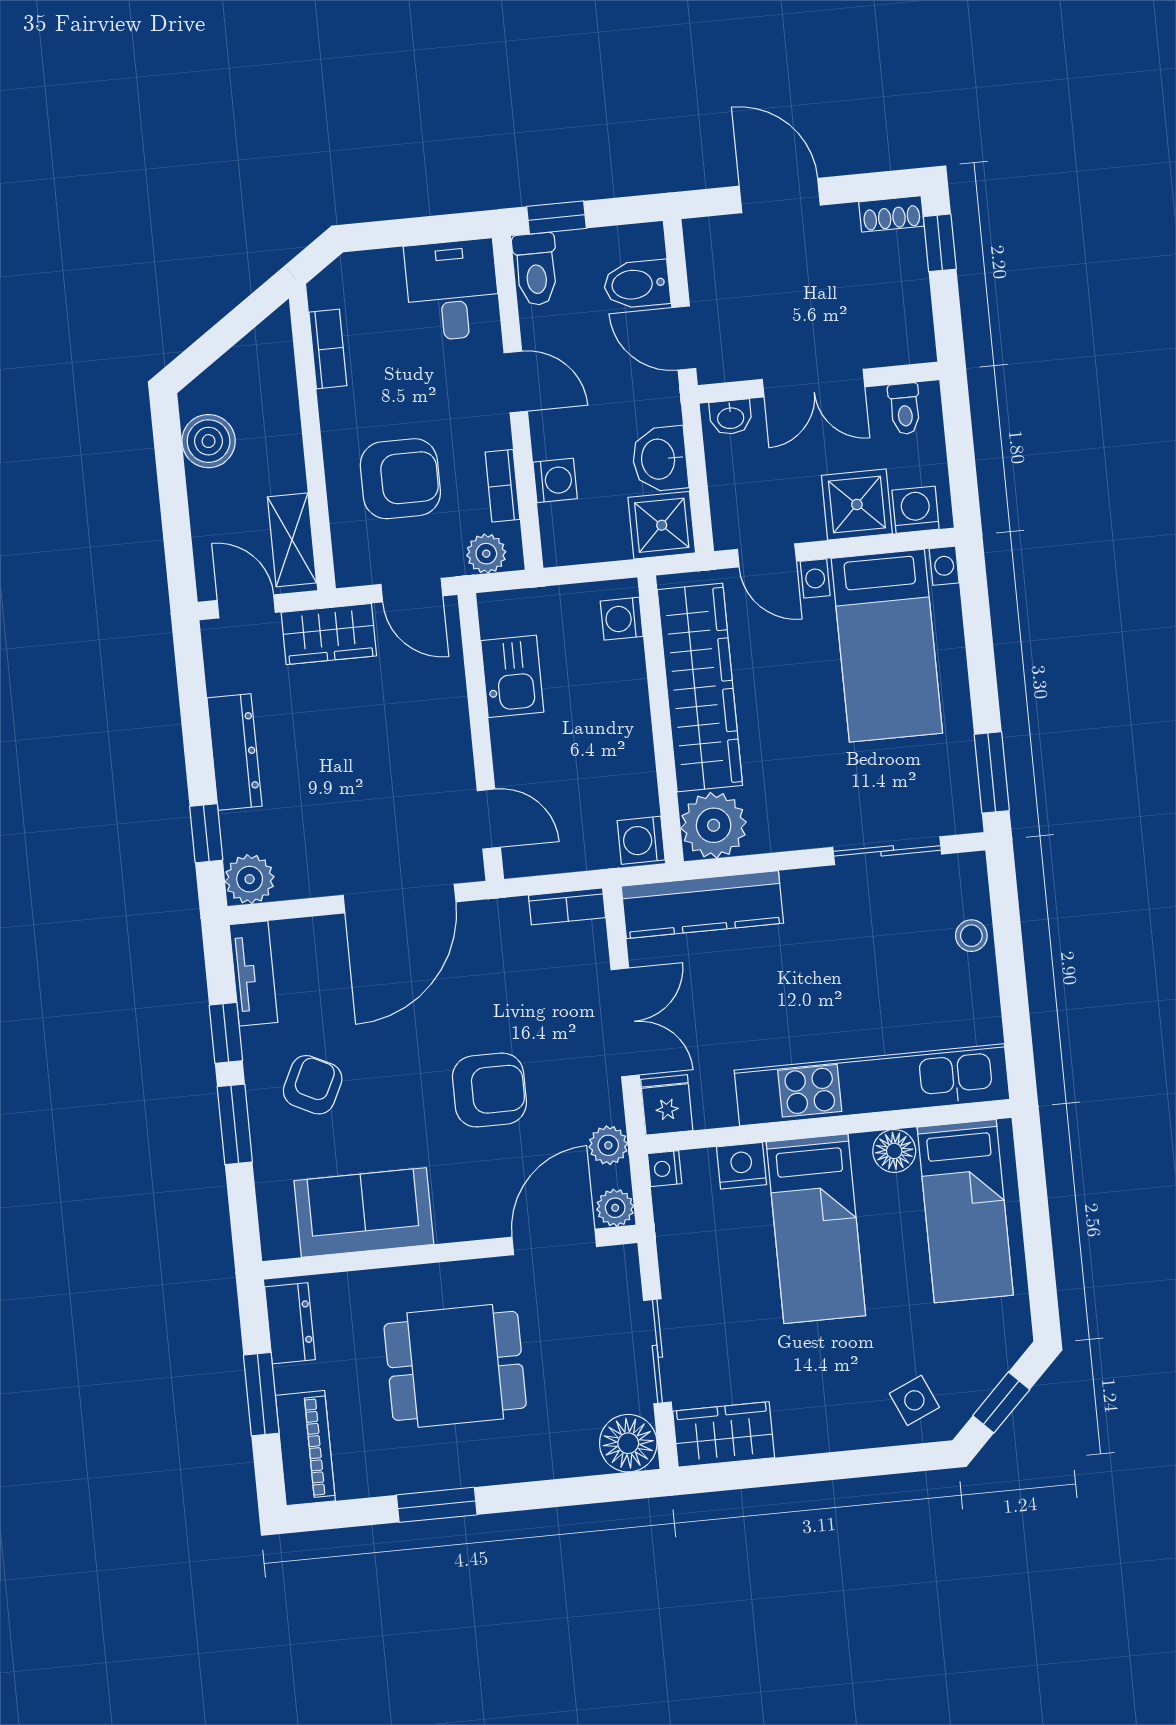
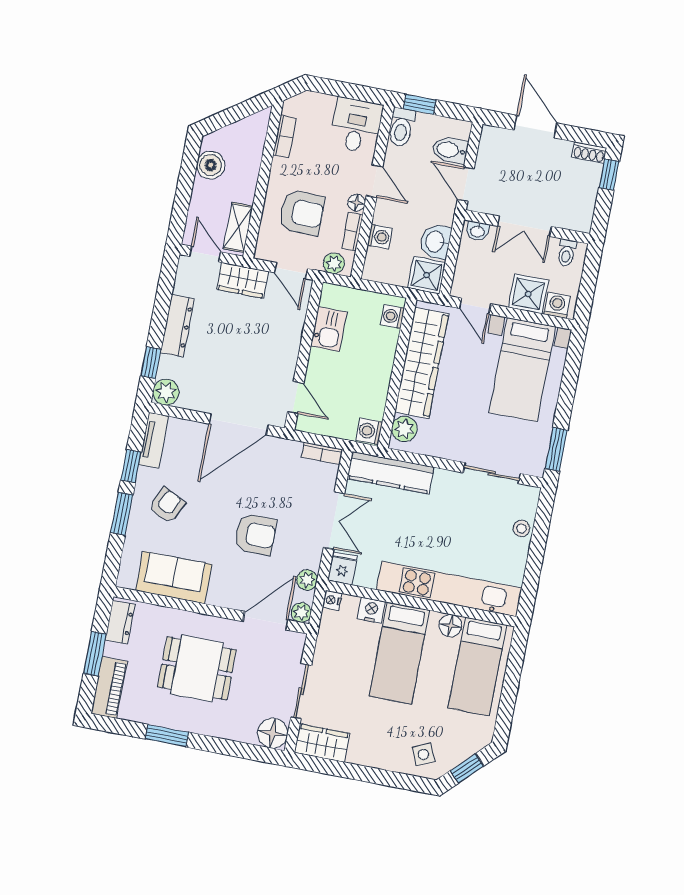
floor lamp: (495, 431) -> (357, 203), added
plant: (714, 825) -> (404, 429), width x0.73, depth x0.73

